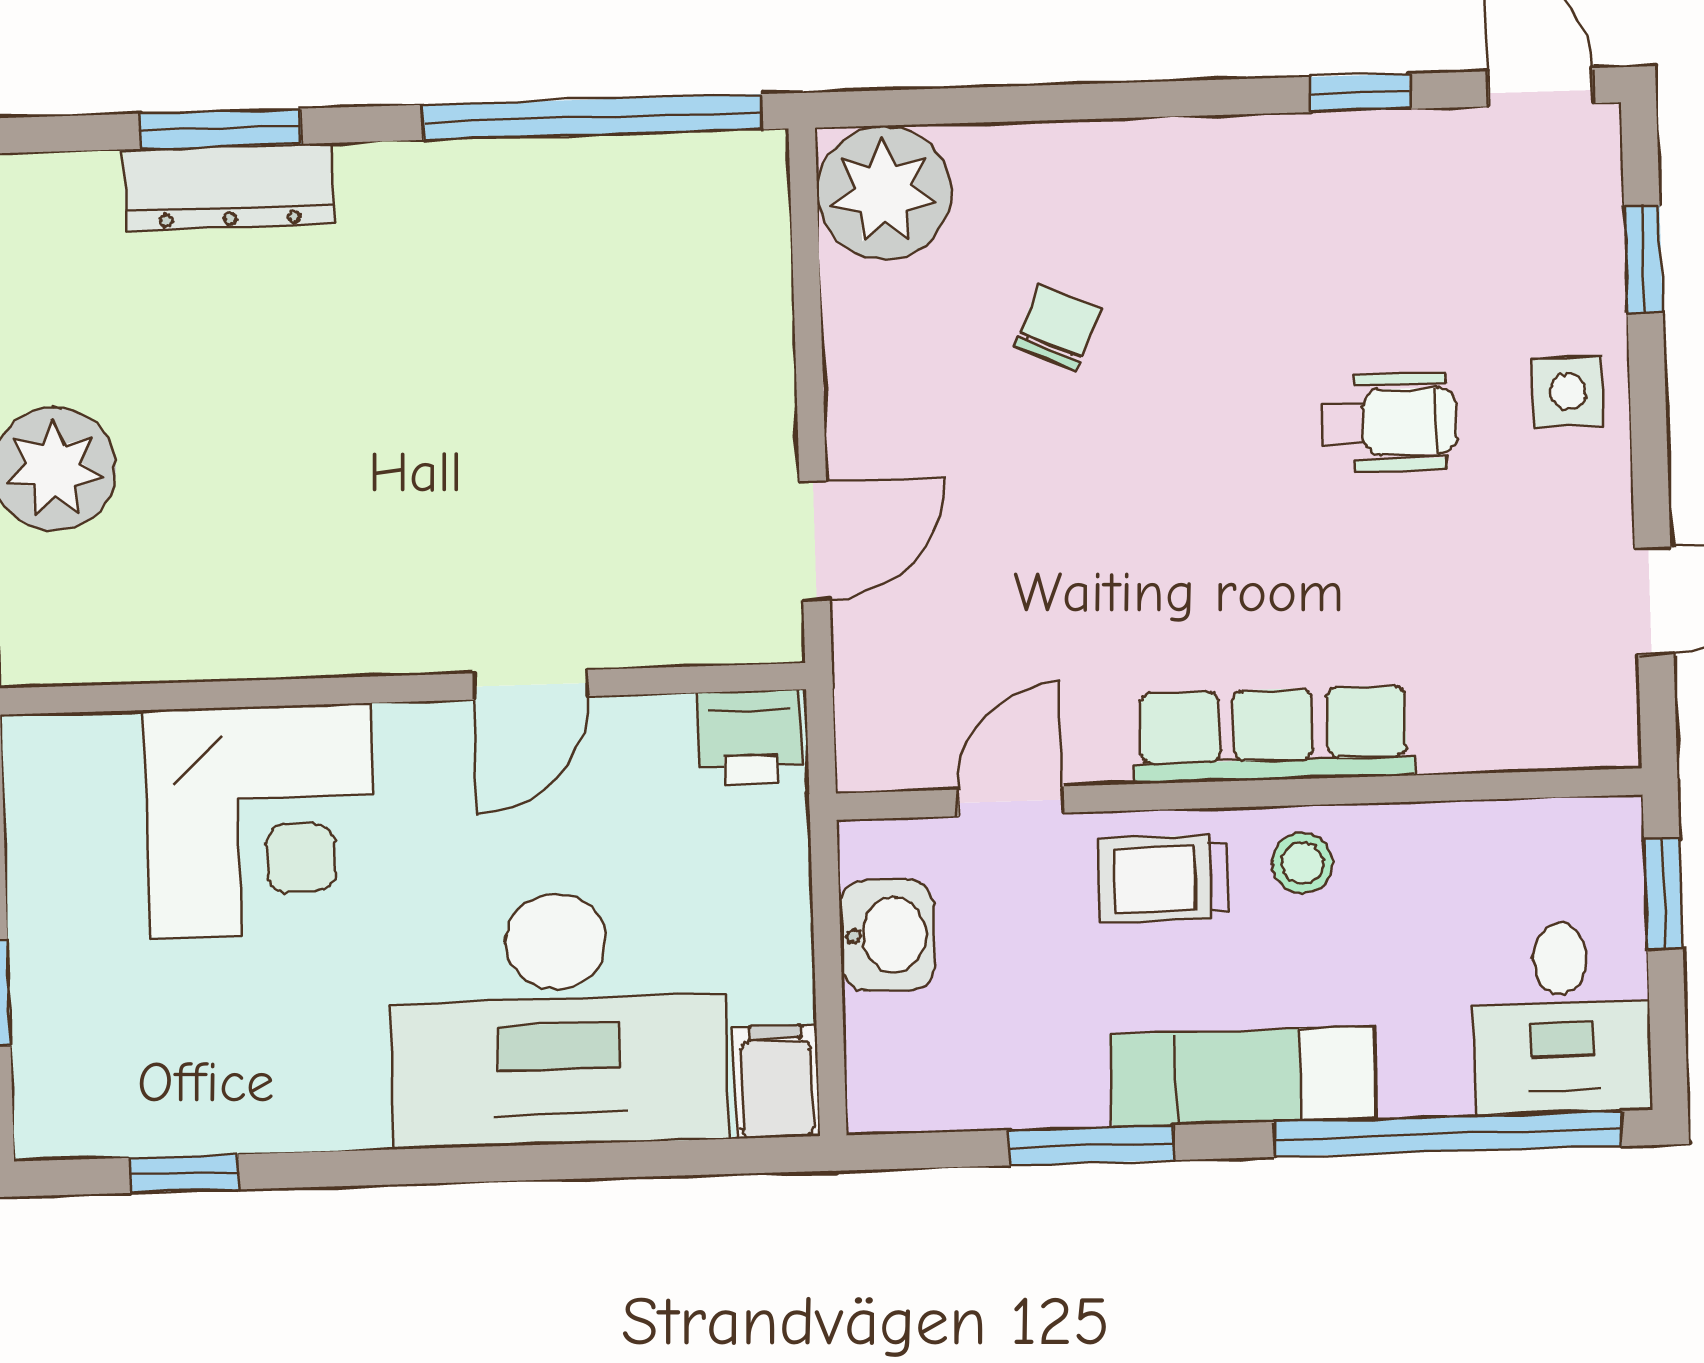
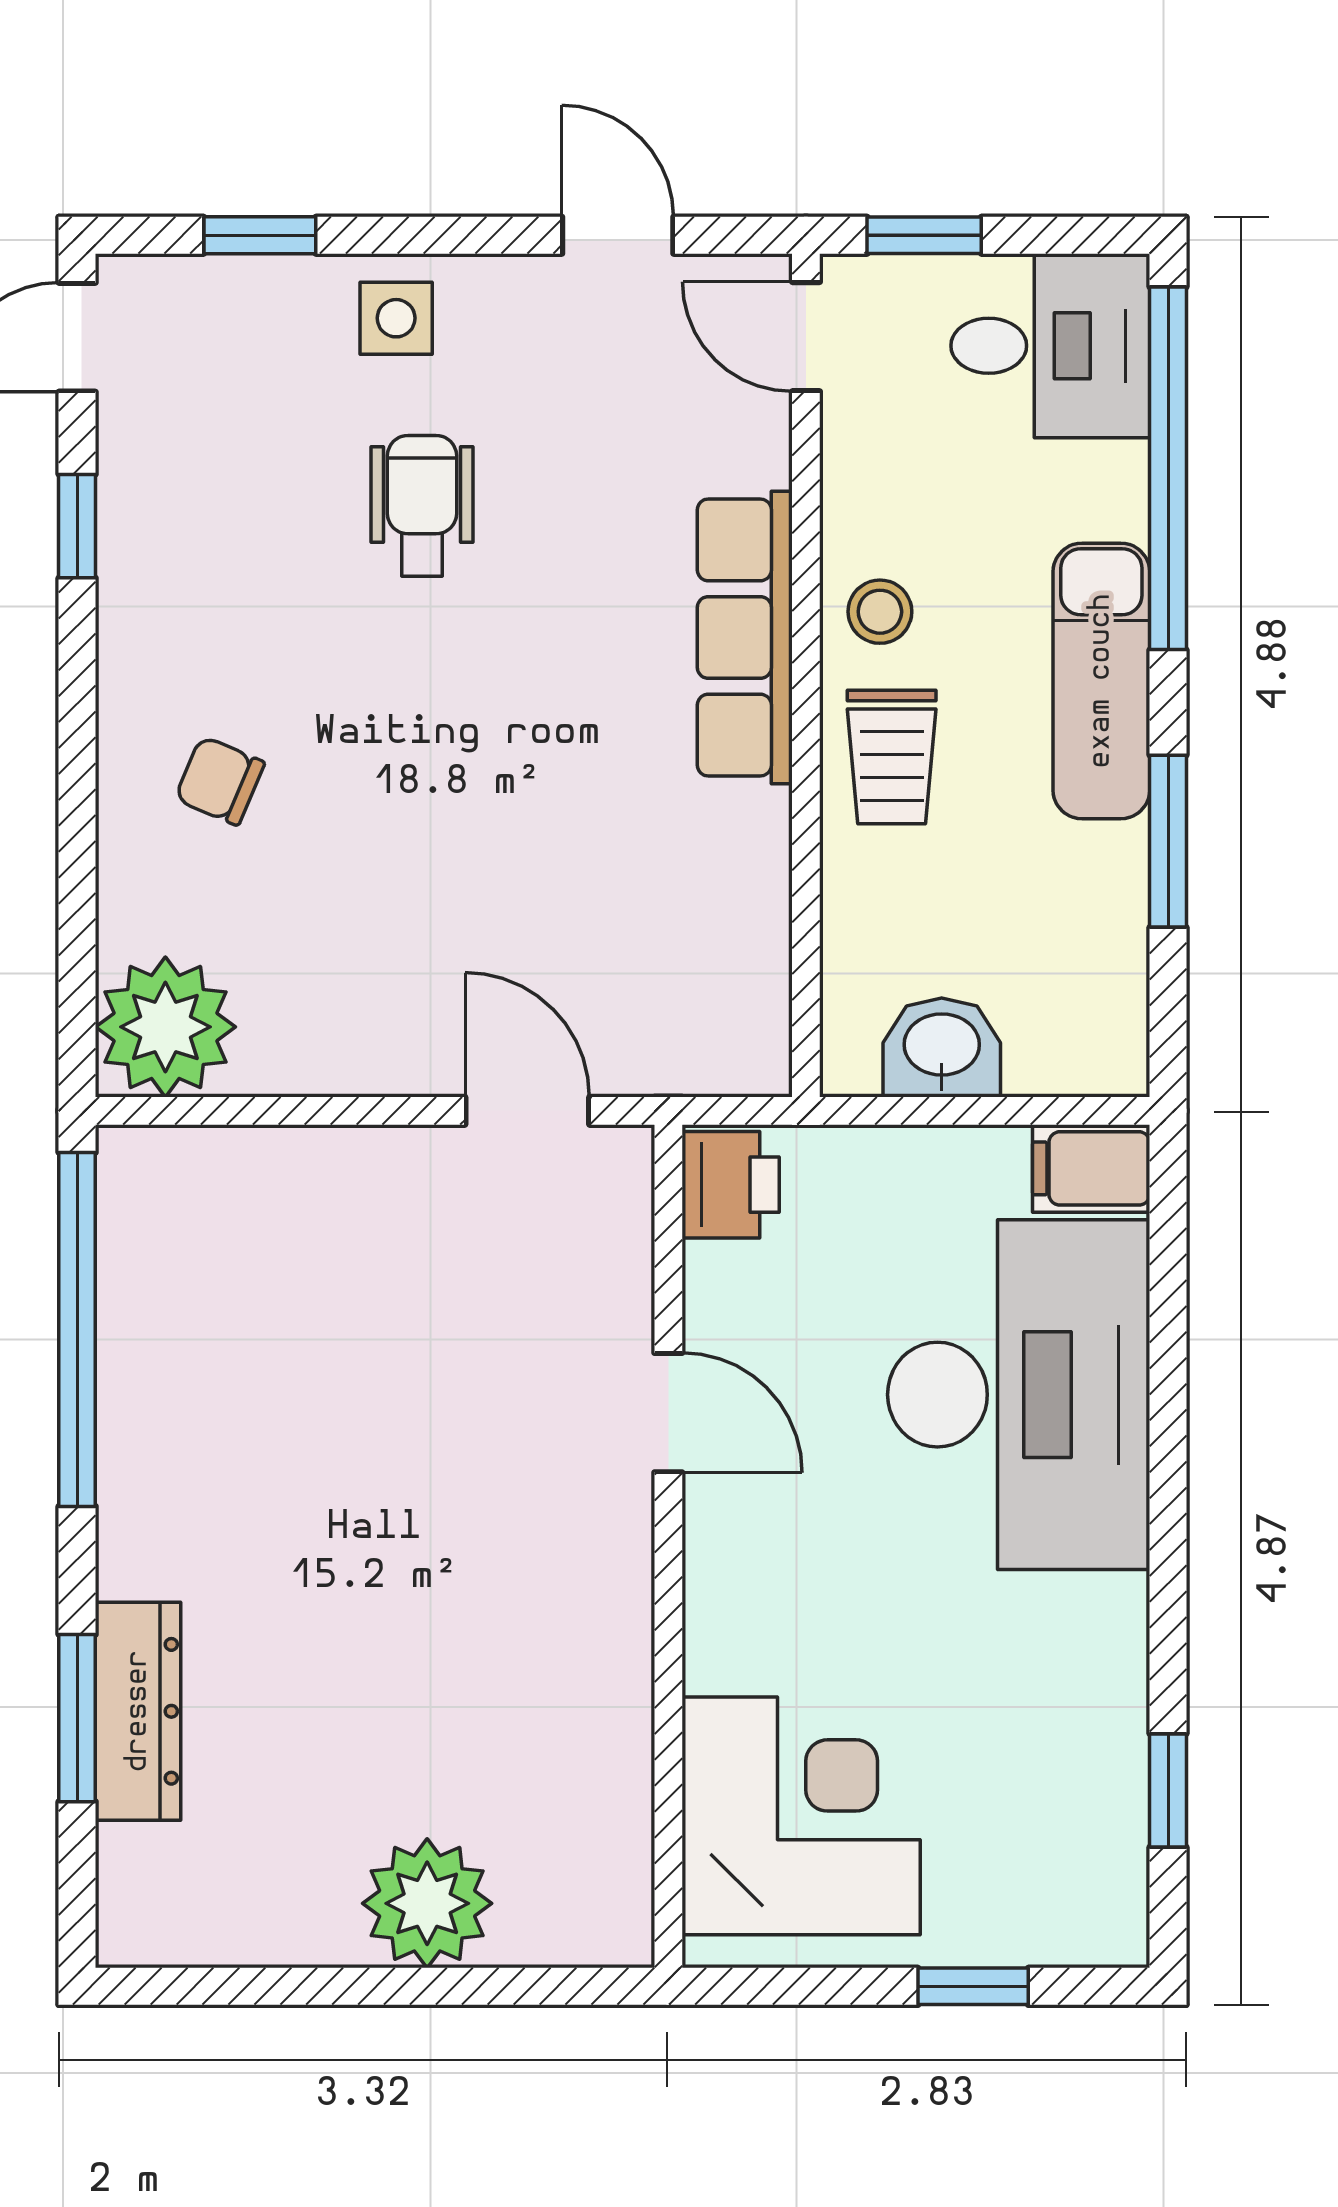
chair: (1057, 328) -> (220, 781), moved
door: (1011, 801) -> (806, 337), moved
corner desk: (261, 820) -> (801, 1816), moved

